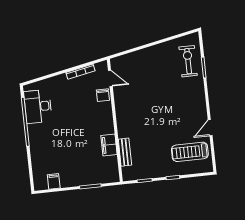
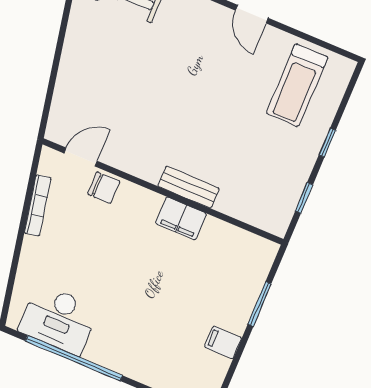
door: (210, 128) -> (252, 14), moved
filing cabinet: (109, 145) -> (181, 219), moved
bench: (125, 152) -> (189, 187), moved
filing cabinet: (54, 181) -> (223, 342), moved

